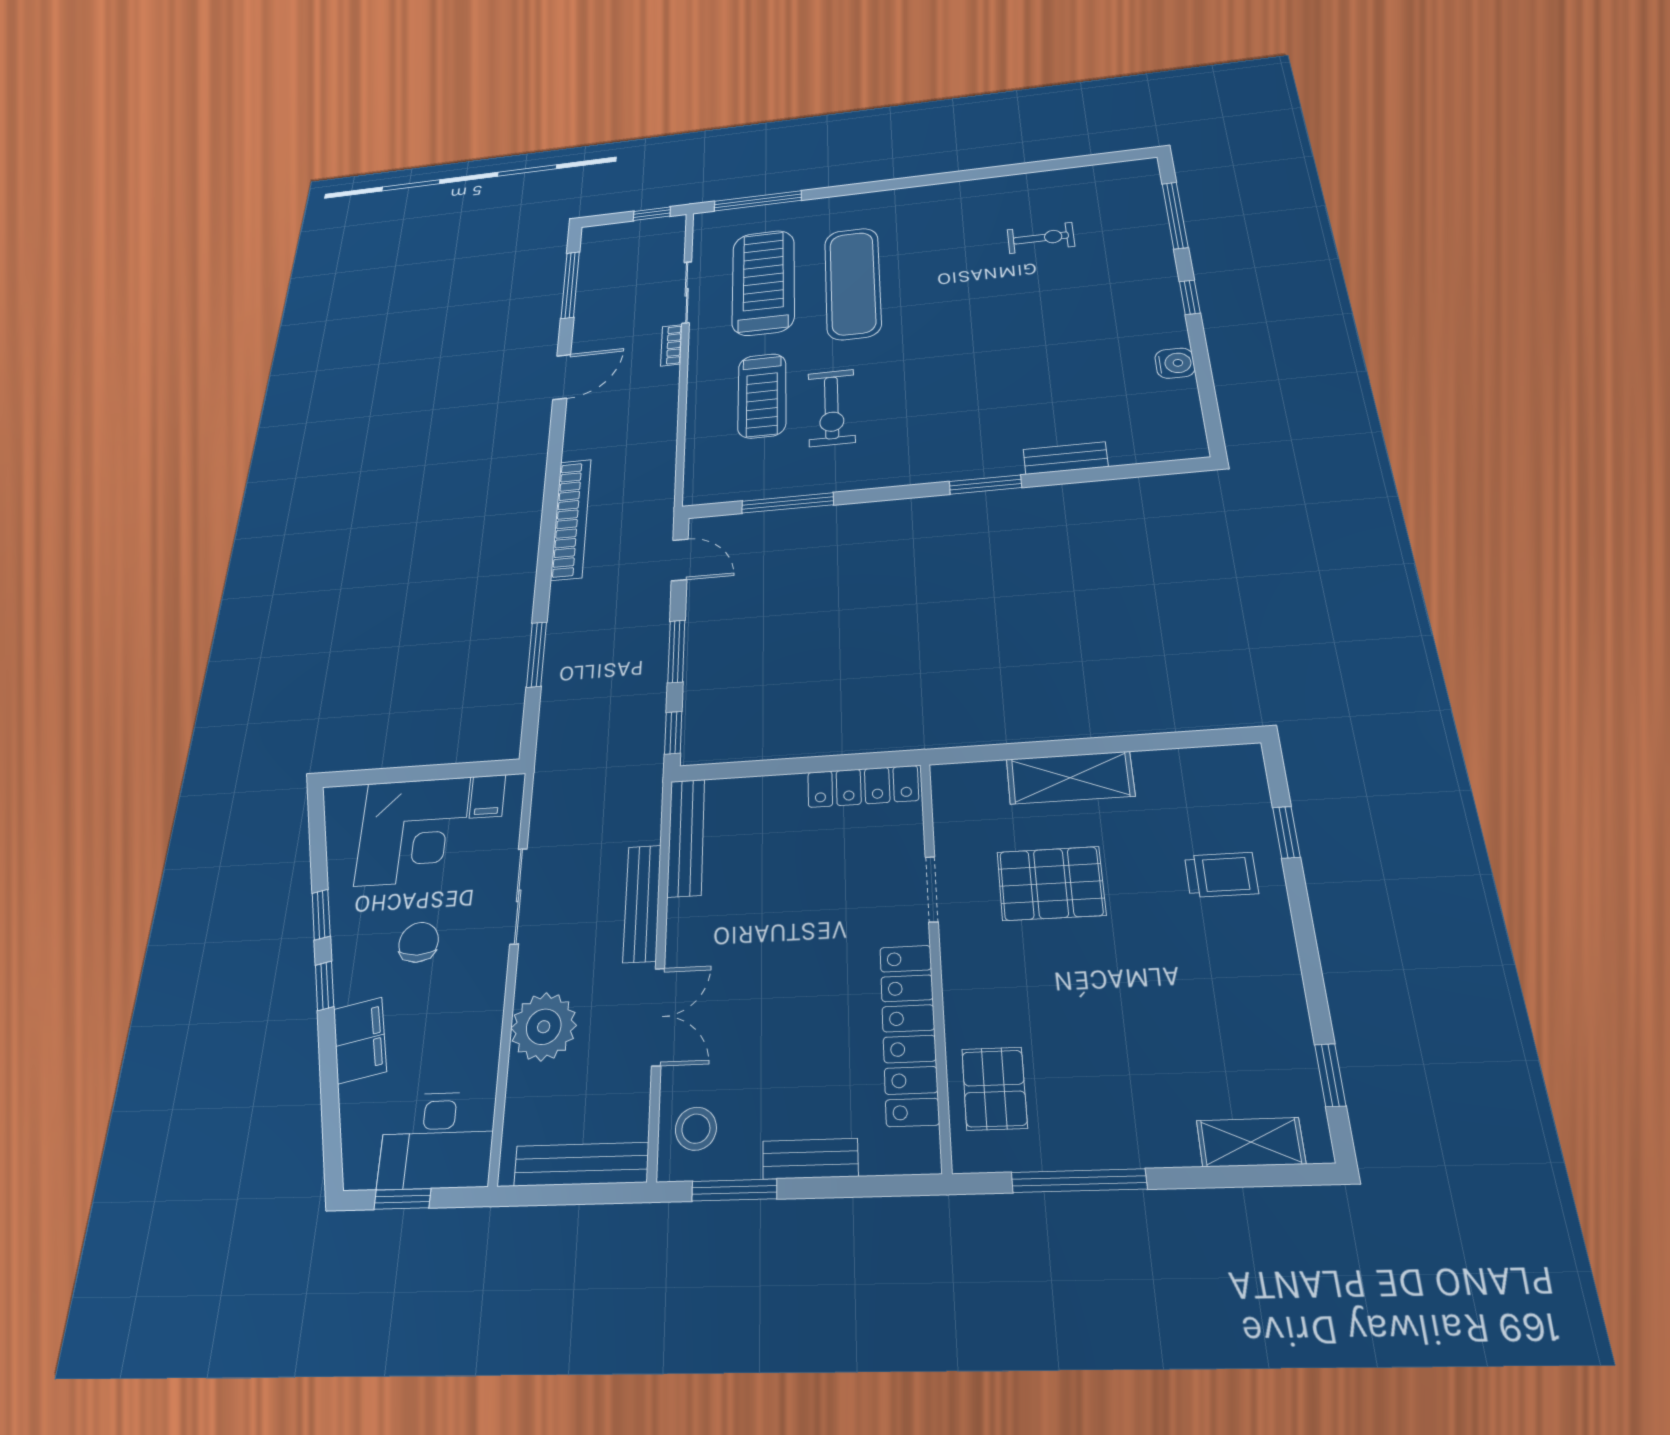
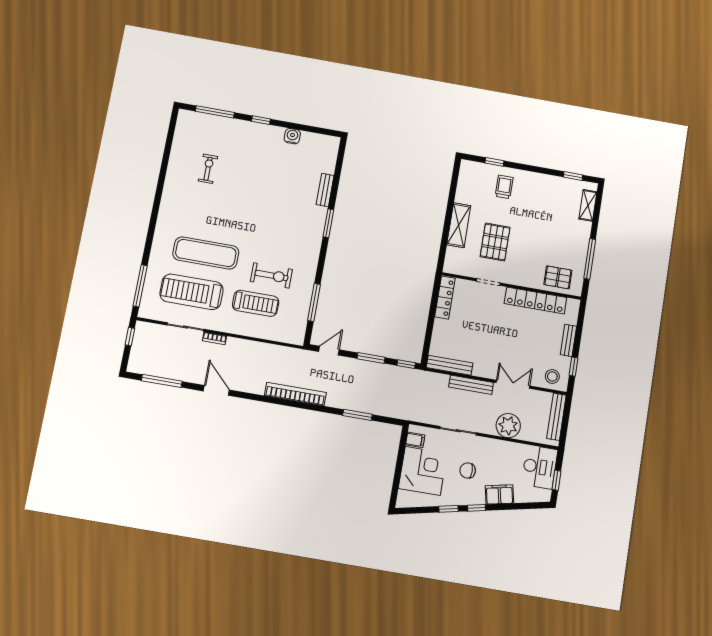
window: (734, 1190) -> (574, 367), width x0.67

